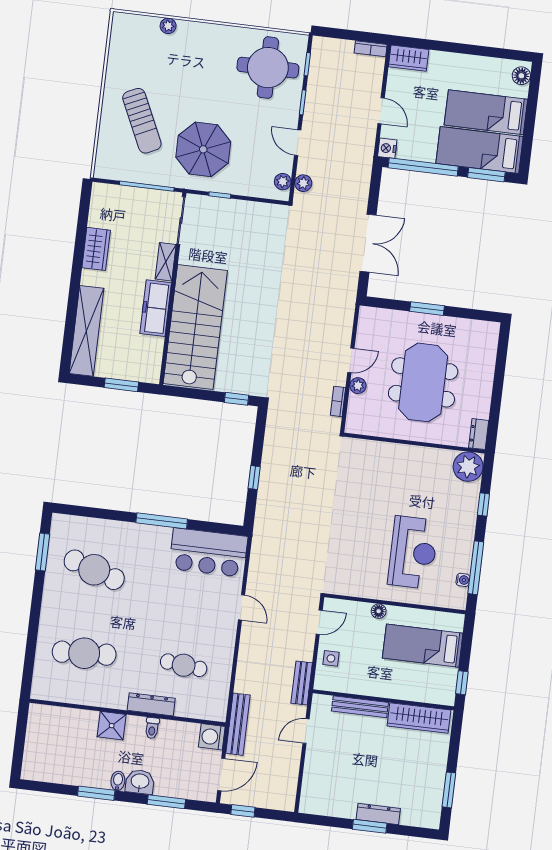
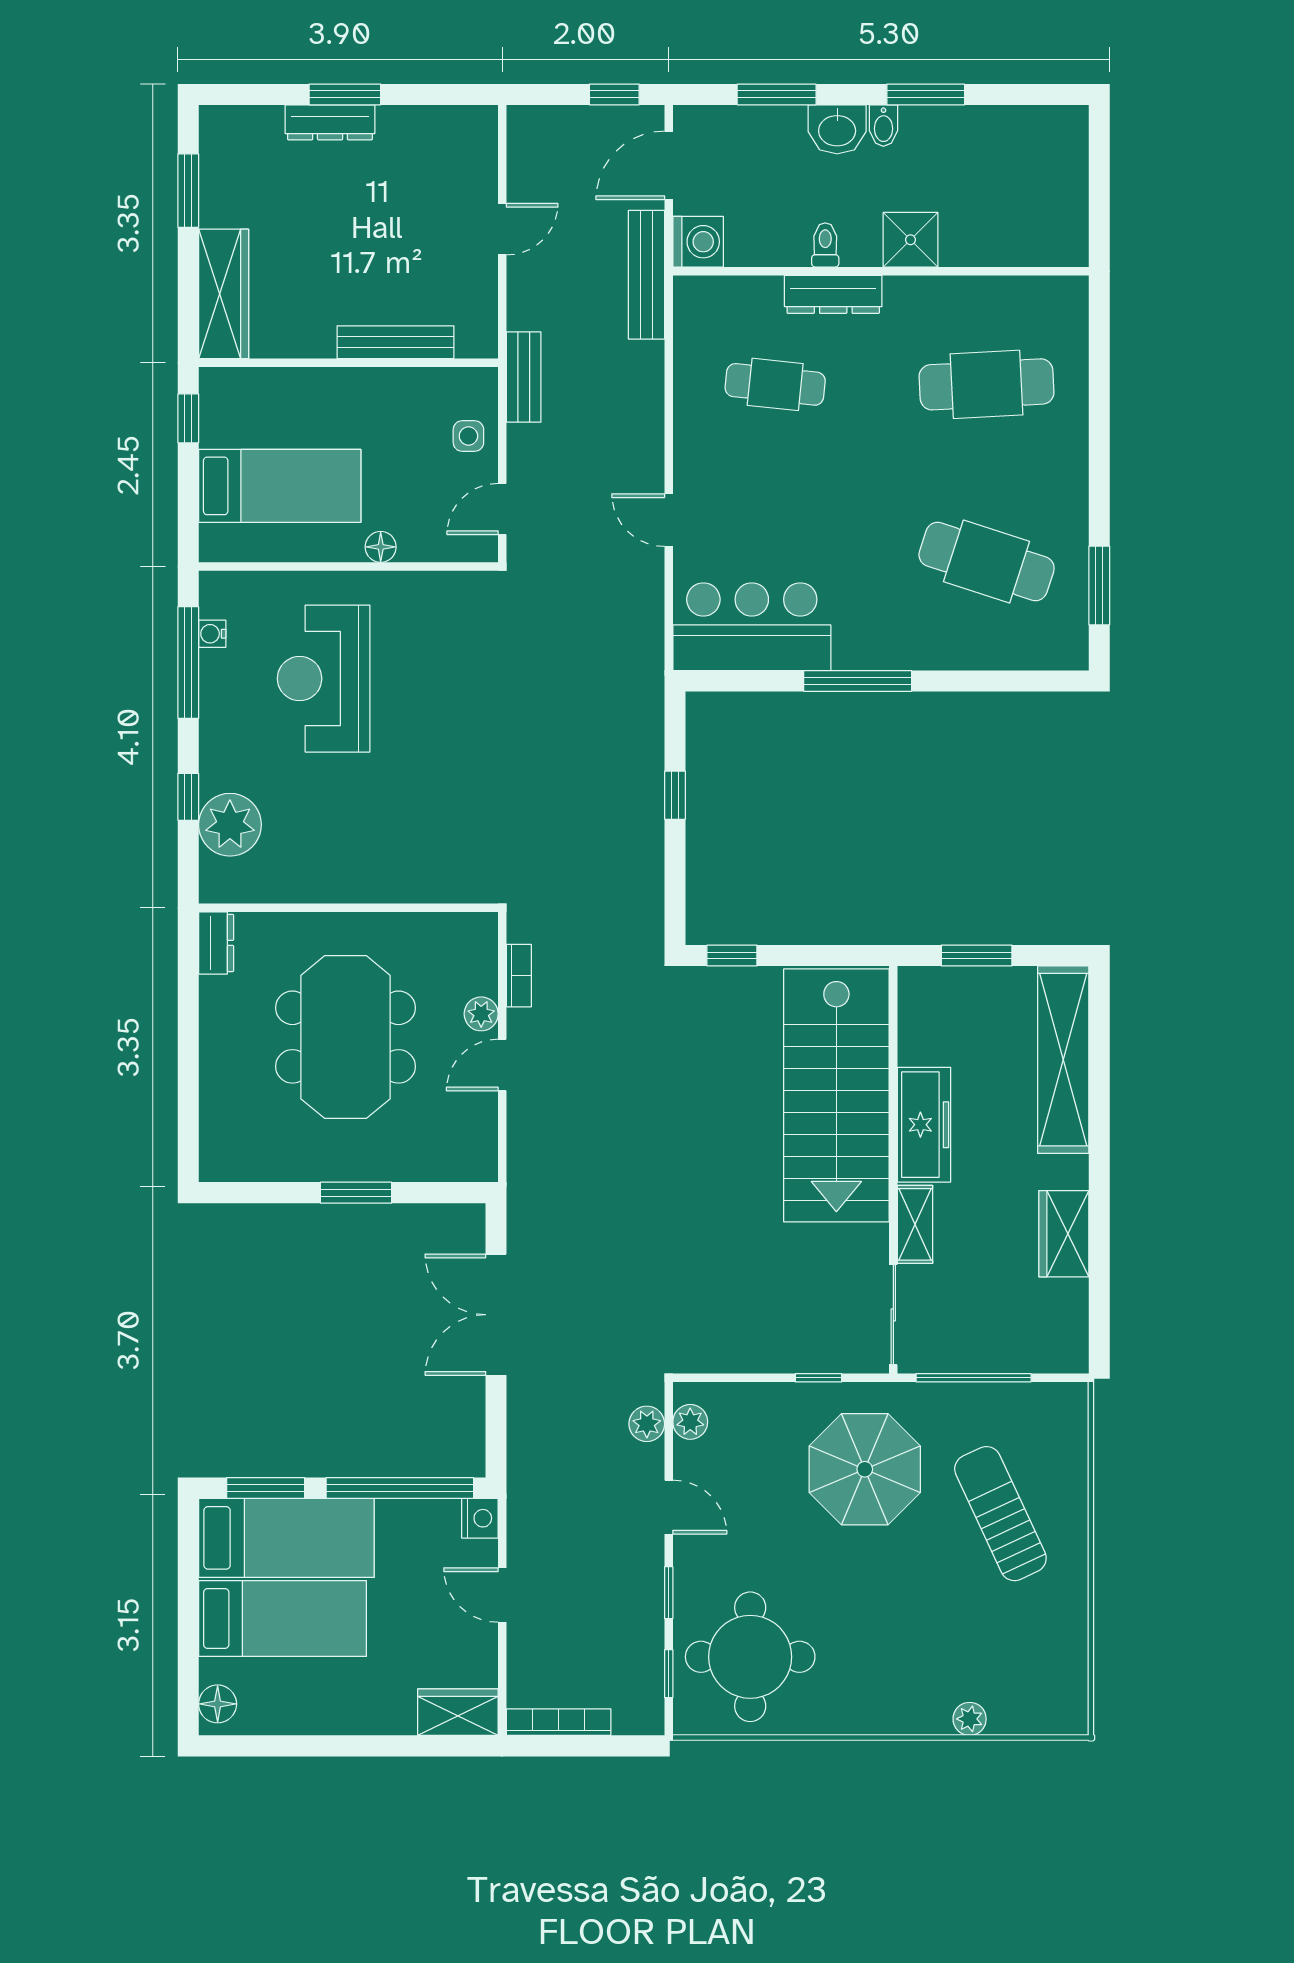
bookcase: (371, 49) -> (559, 1722), width x1.56
plant: (468, 467) -> (230, 825), moved
wardrobe: (419, 718) -> (224, 294), moved, turned 90
door: (306, 731) -> (502, 229), moved

